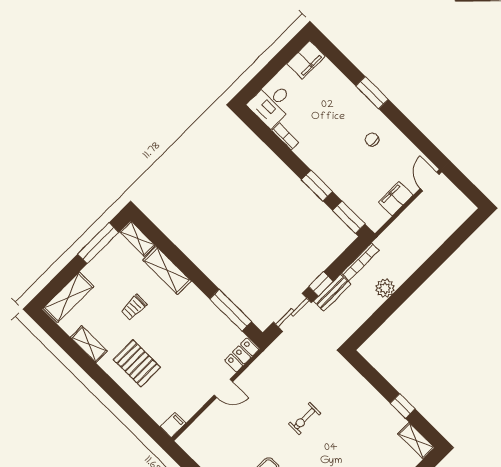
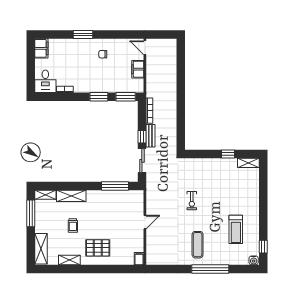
plant: (385, 288) -> (171, 112), removed
locker: (242, 355) -> (138, 200), removed

